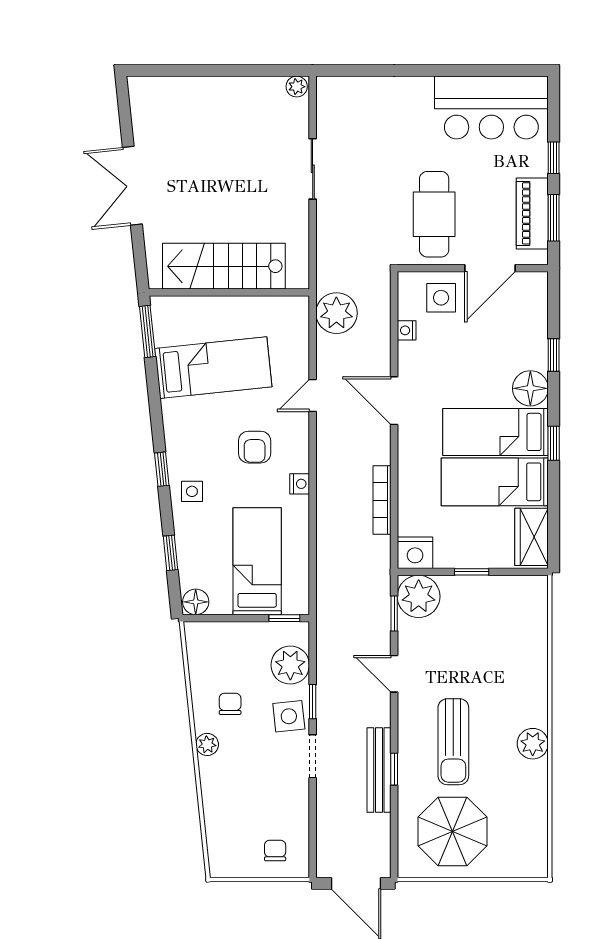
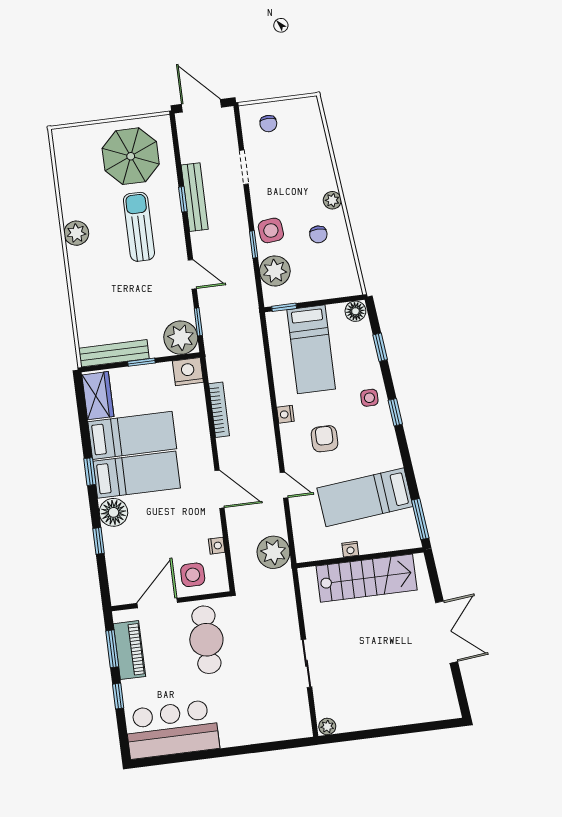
nightstand: (240, 305) -> (350, 549), added
door: (313, 395) -> (284, 485), hinge flipped
bench: (505, 587) -> (114, 353), added
doorway: (313, 756) -> (244, 167), moved

